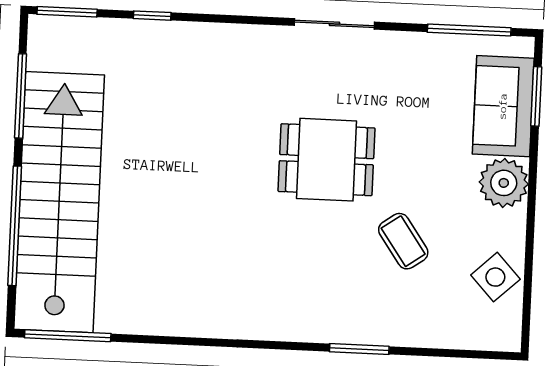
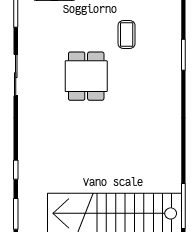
coffee table: (403, 241) -> (127, 34), turned -55

